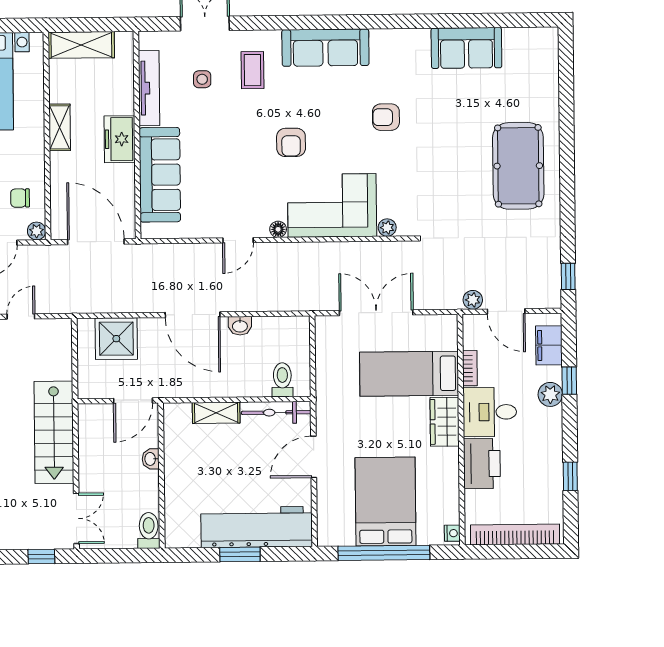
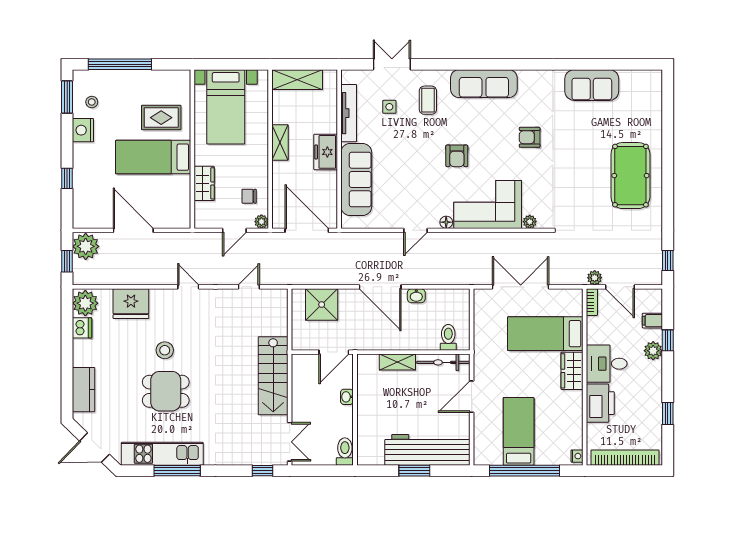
filing cabinet: (549, 345) -> (652, 321), width x0.50
bookcase: (470, 368) -> (592, 302), moved
bed: (385, 502) -> (519, 431), width x0.67

